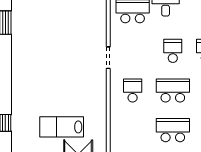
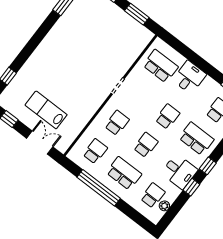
school desk: (173, 91) -> (146, 145), width x0.54
school desk: (133, 130) -> (95, 151), added

